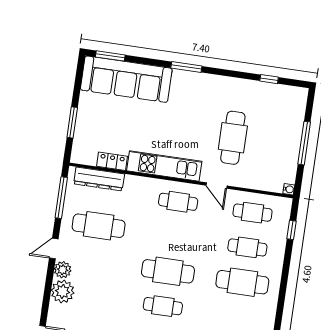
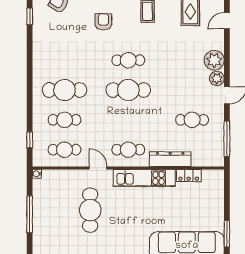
window: (72, 122) -> (227, 234), moved
dresser: (99, 179) -> (170, 159), moved
cafe table: (99, 226) -> (192, 120), width x0.73, depth x0.74

